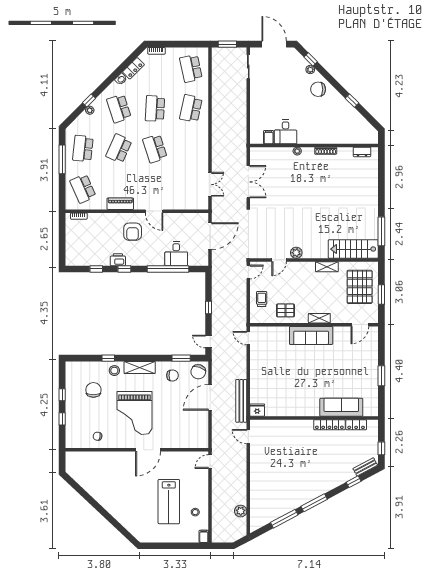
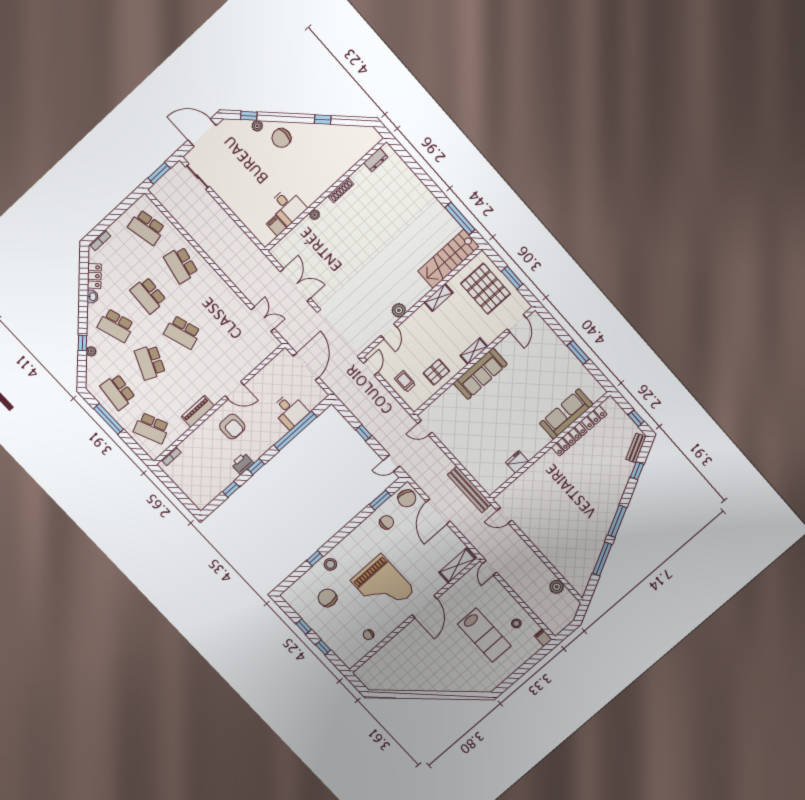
shelving: (140, 367) -> (457, 565), moved
fridge: (257, 410) -> (517, 462), moved

